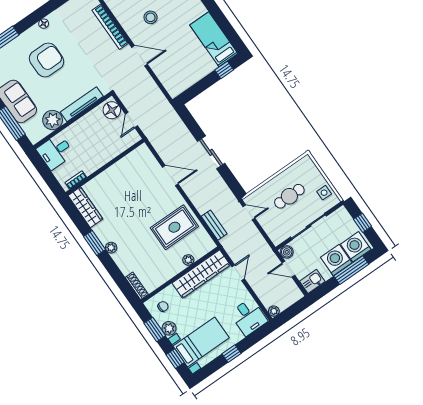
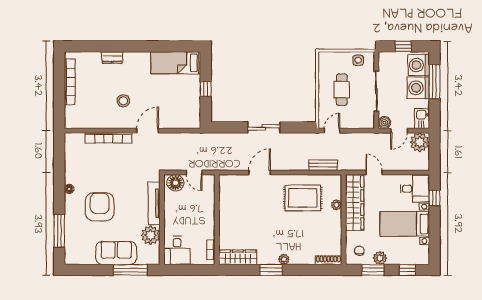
window: (224, 70) -> (206, 89), moved
rug: (174, 227) -> (303, 198), turned 90
plant: (274, 311) -> (420, 142), moved, width x1.88, depth x1.88
bed with nightstands: (201, 342) -> (405, 224), moved, turned -90
window: (232, 354) -> (434, 198), moved

